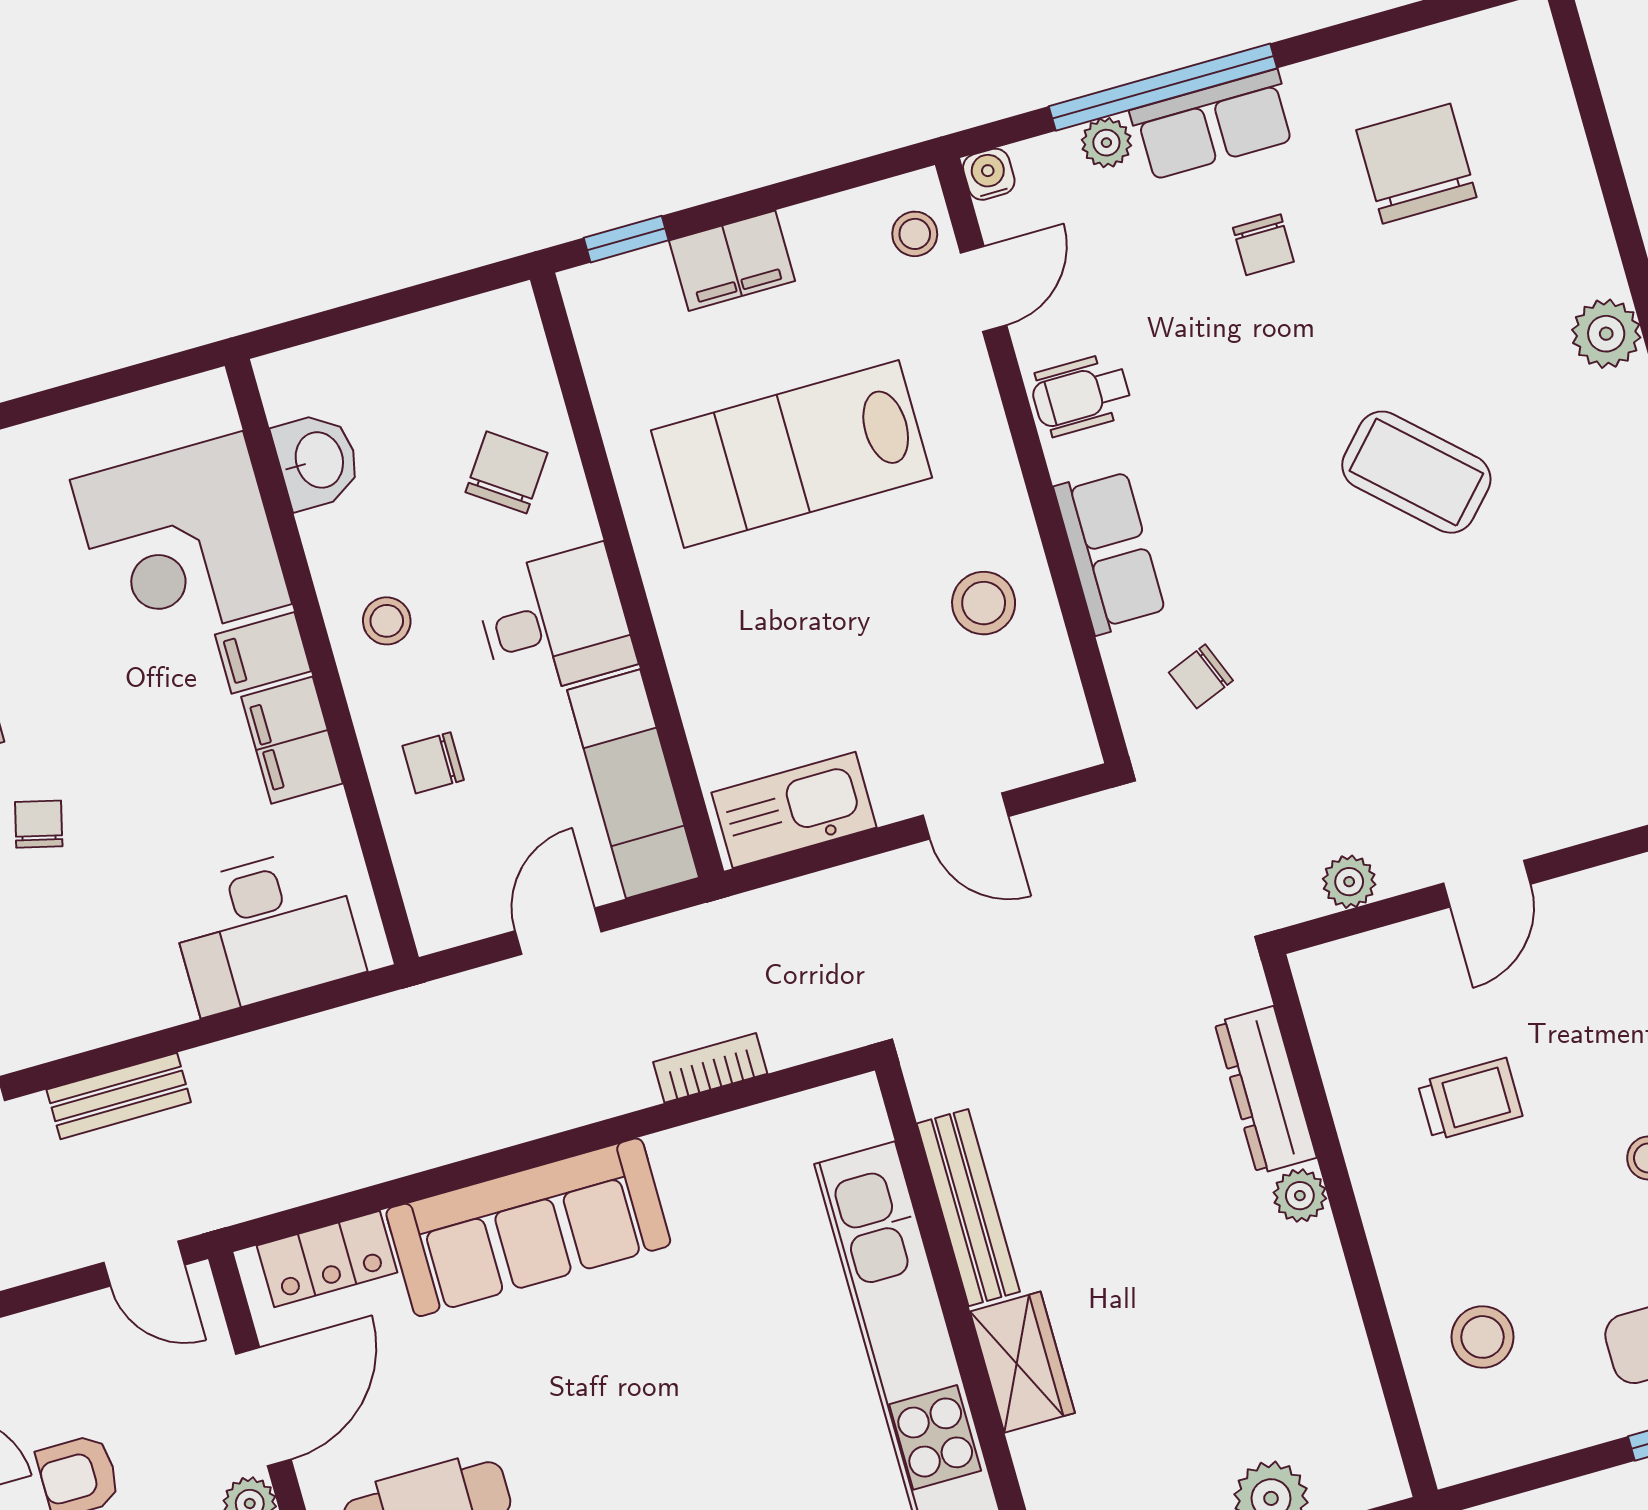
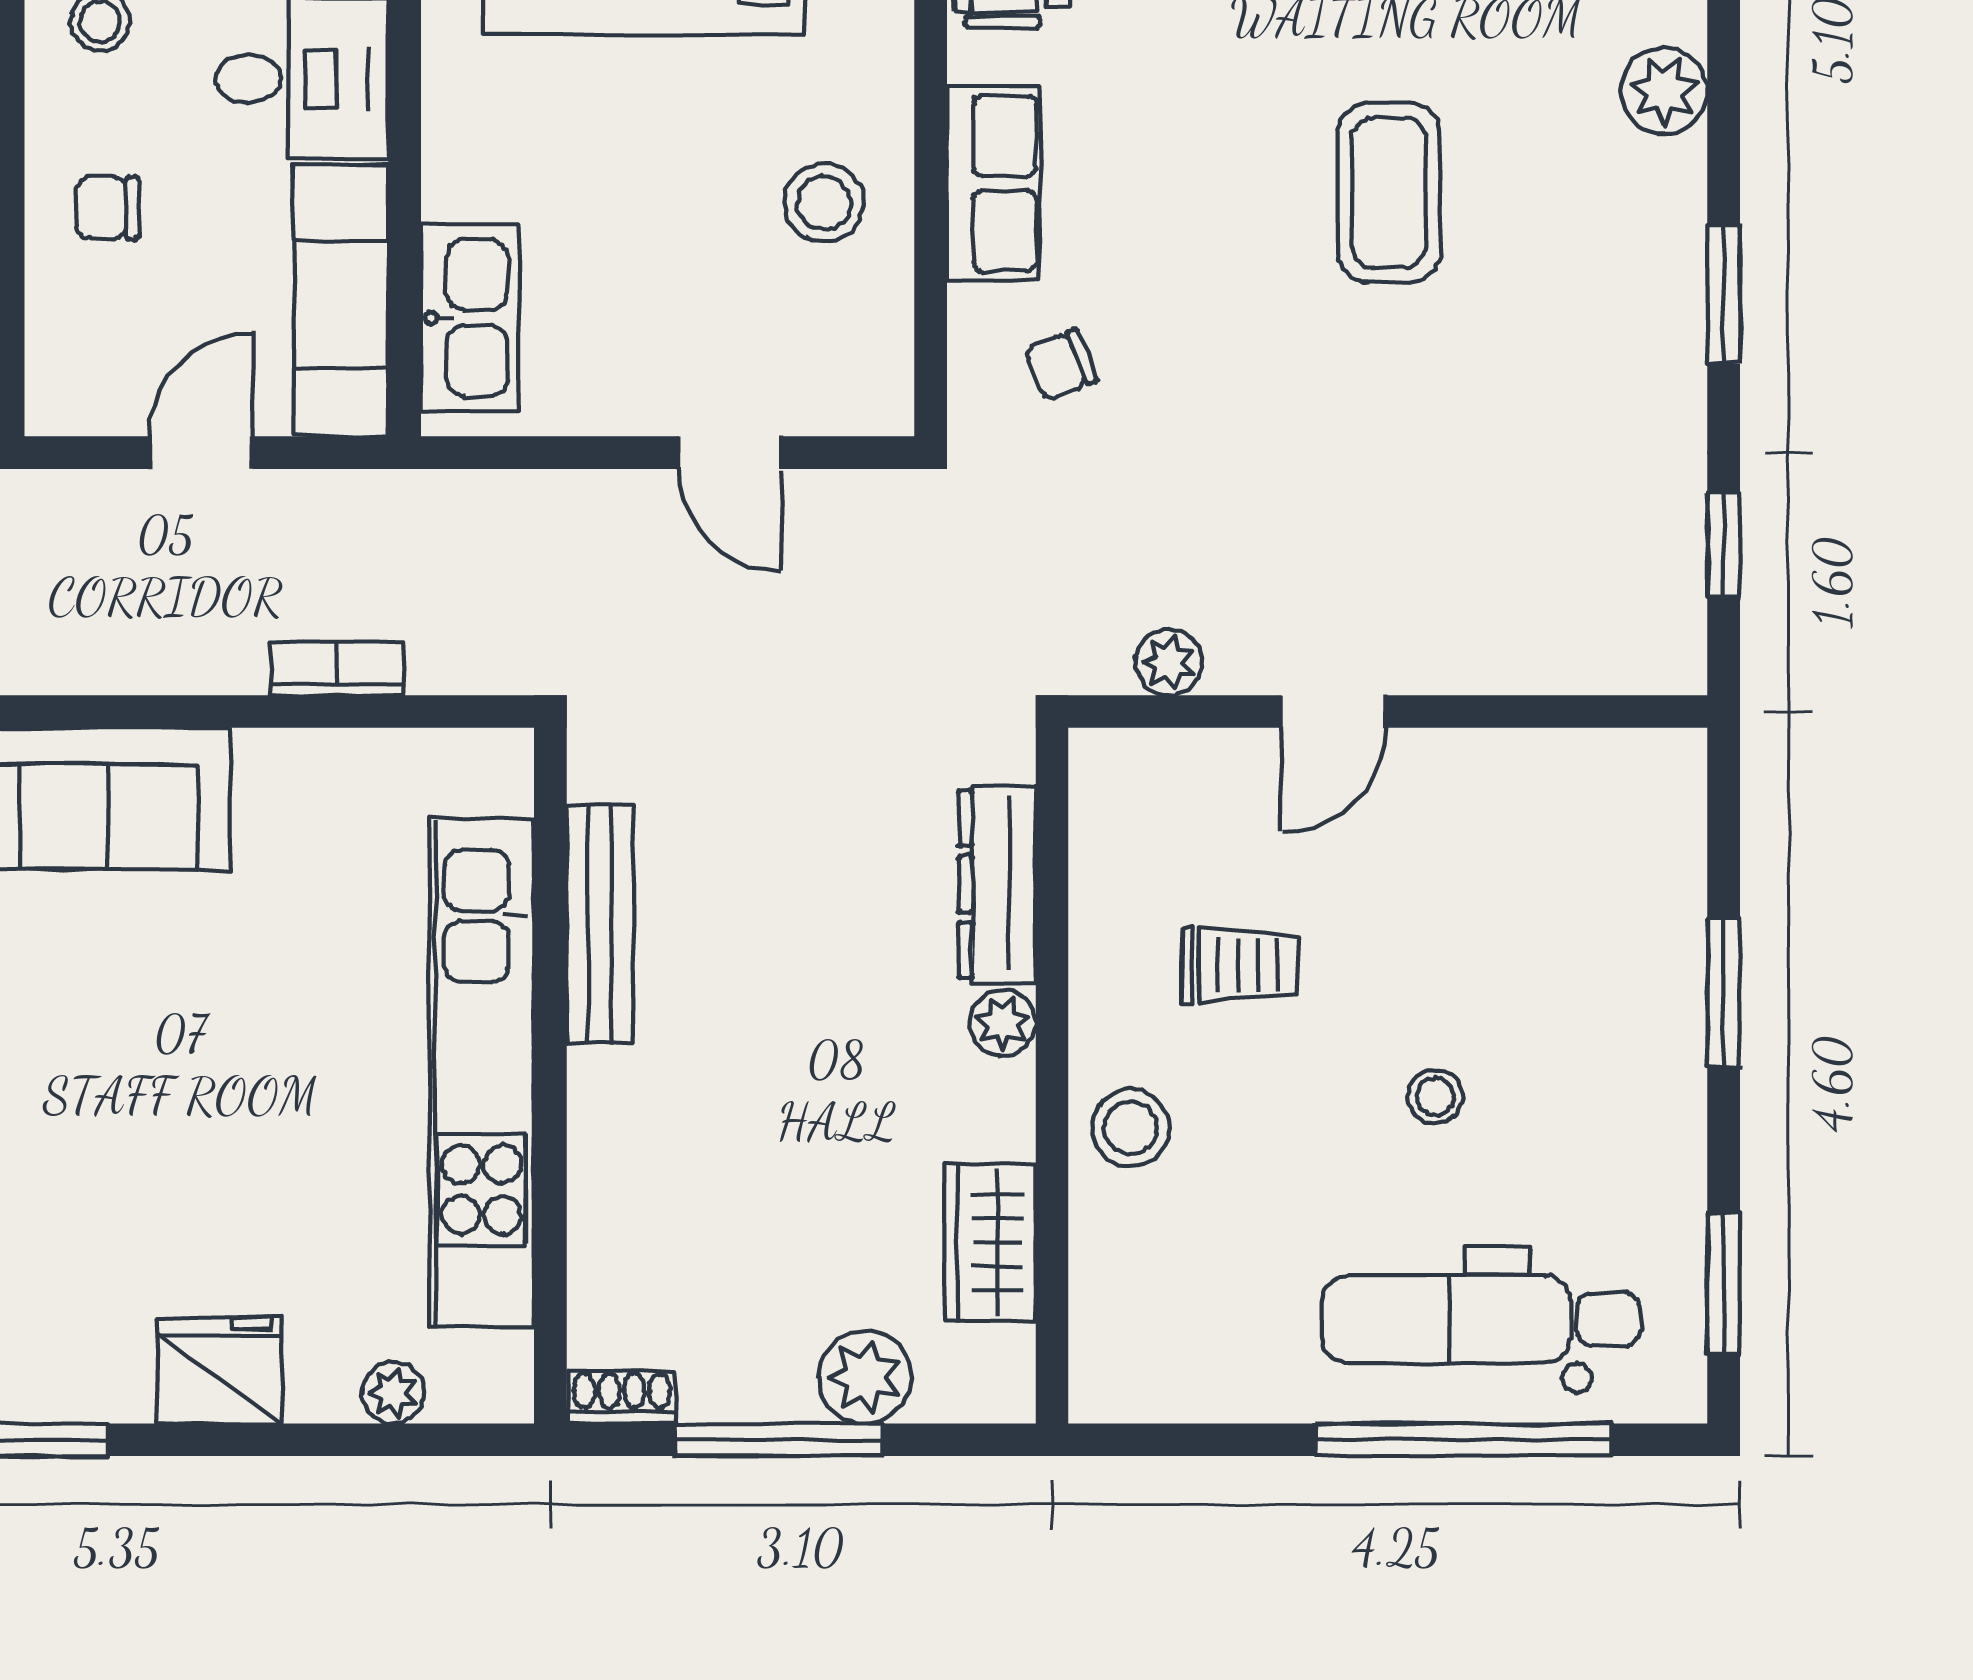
coffee table: (1416, 472) -> (1389, 193), turned 47
kitchen sink: (794, 810) -> (470, 318), moved, turned 90
stool: (1482, 1337) -> (1131, 1128), moved
wardrobe: (1022, 1362) -> (990, 1242), moved, turned 180

